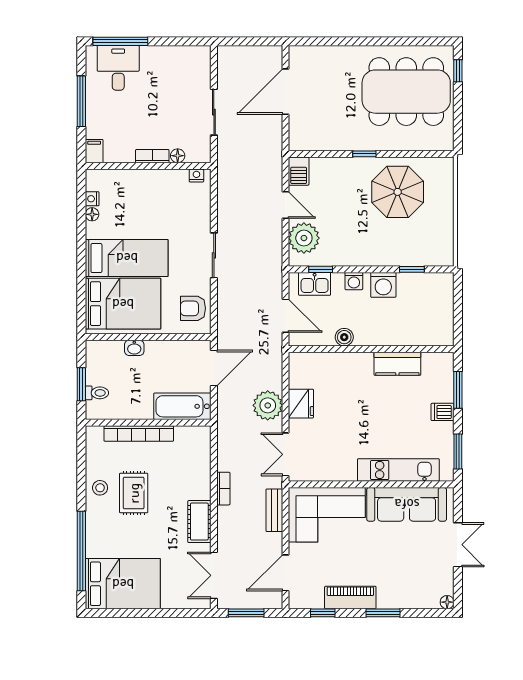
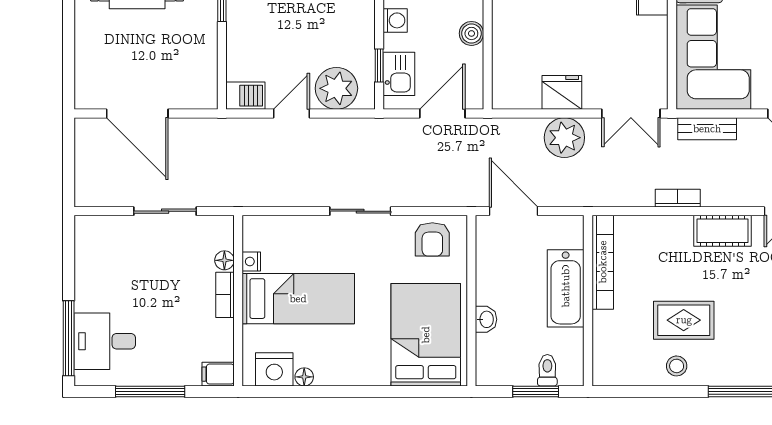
nightstand: (196, 175) -> (251, 262), moved
nightstand: (92, 199) -> (274, 369), width x1.89, depth x1.79
bed: (127, 258) -> (298, 299), moved, turned 90
bathtub: (182, 406) -> (566, 288), moved
bookcase: (139, 434) -> (603, 262), moved

